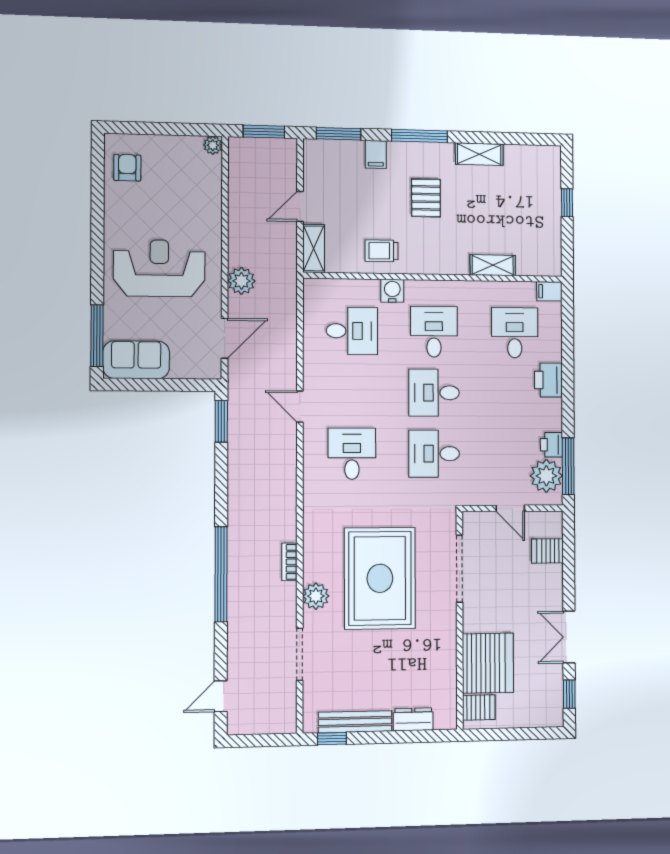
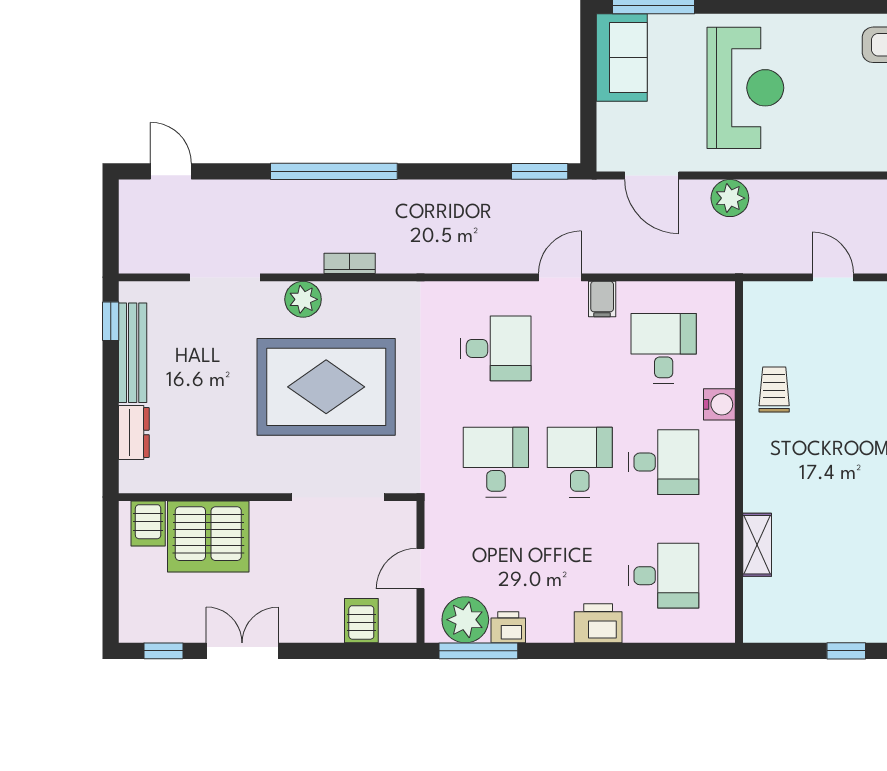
pallet: (426, 198) -> (848, 451), removed
shelving: (314, 248) -> (776, 296), removed
filing cabinet: (549, 291) -> (602, 299), moved, turned 180
desk: (352, 331) -> (664, 348), turned 180

